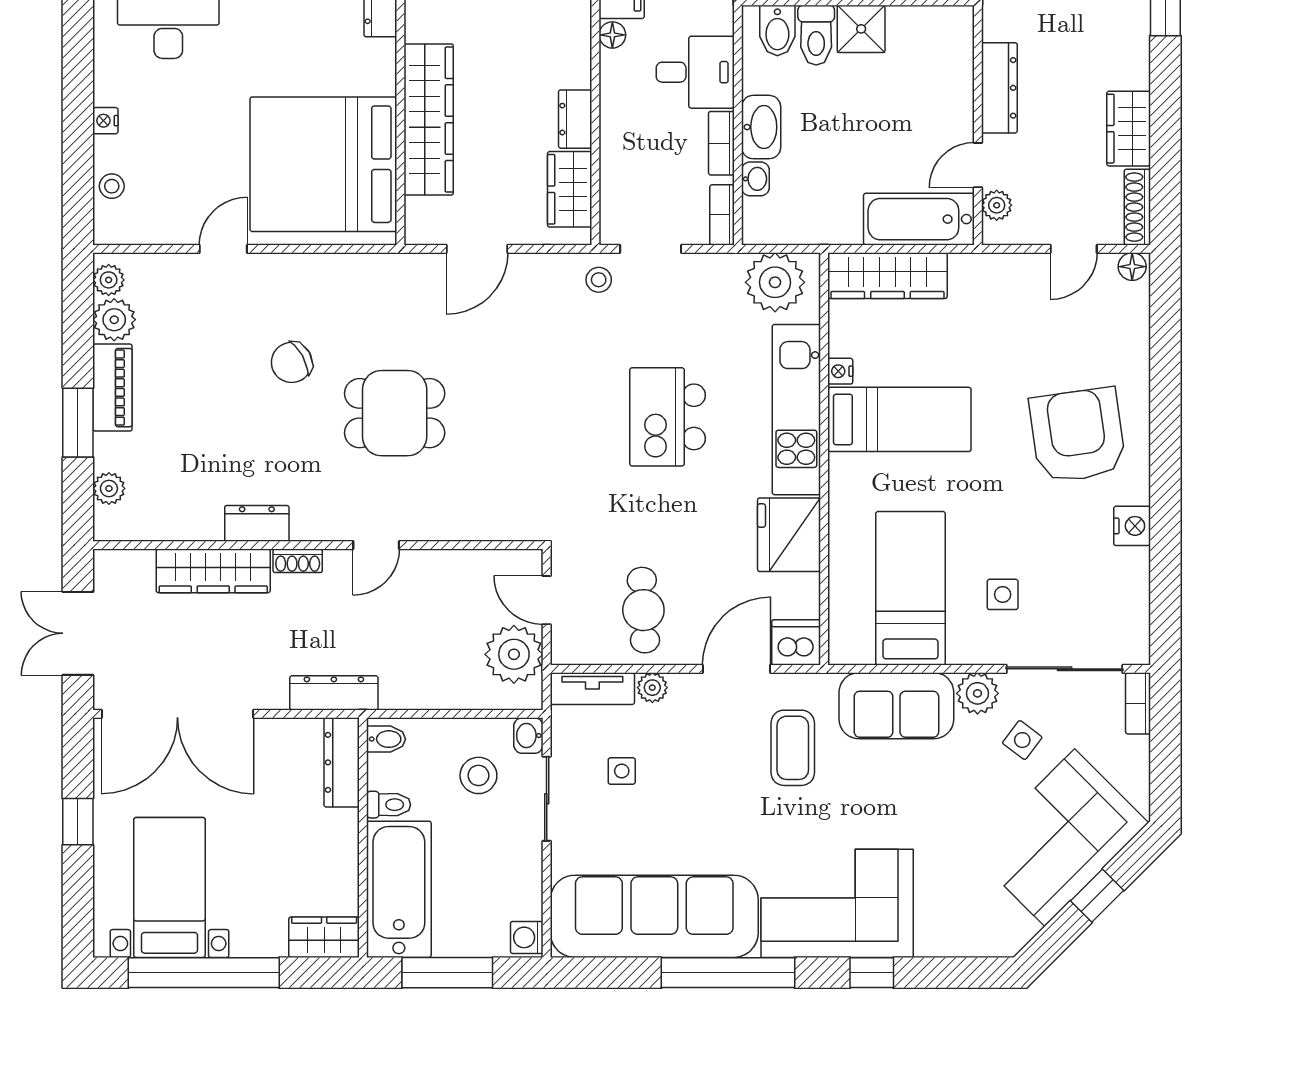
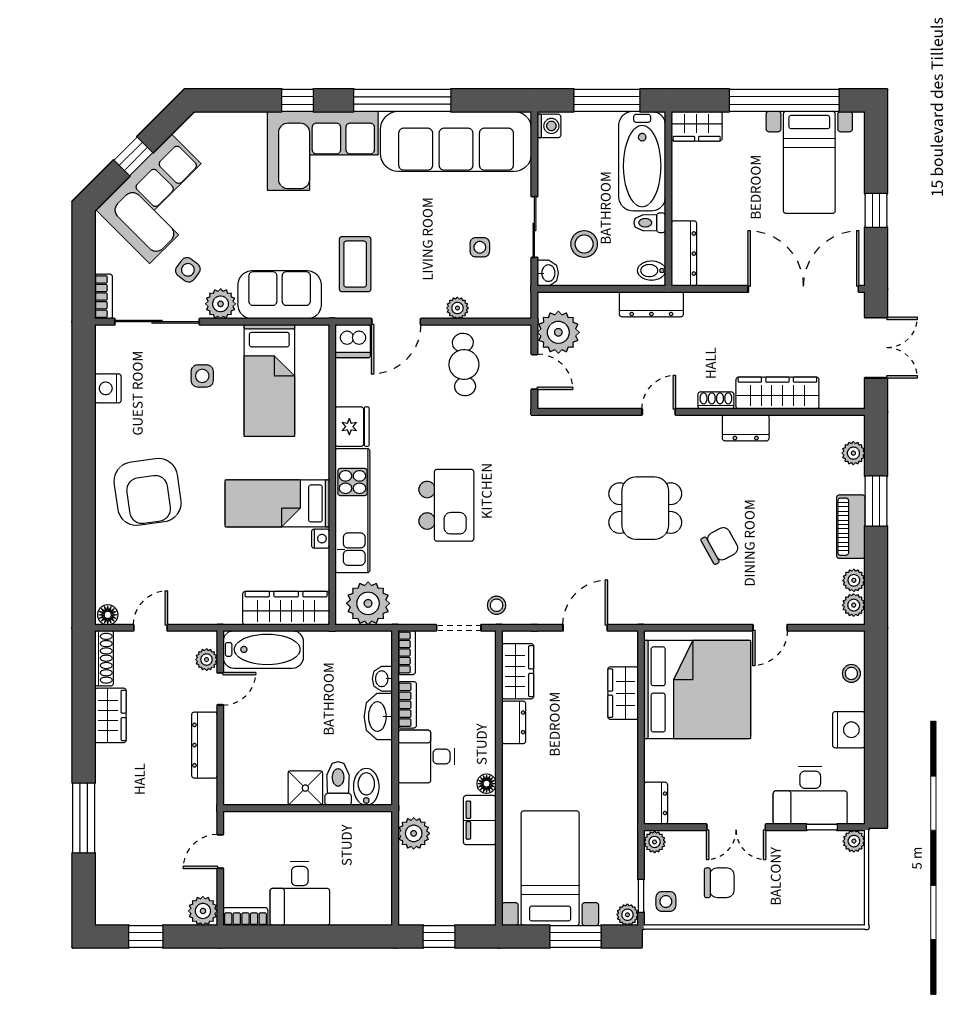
wardrobe: (429, 120) -> (623, 693), width x0.48, depth x0.85
nightstand: (105, 121) -> (849, 730), width x1.89, depth x1.79
plant: (114, 320) -> (854, 580), width x0.73, depth x0.73
nightstand: (1132, 526) -> (108, 388), moved
fridge: (789, 535) -> (352, 427), width x0.73, depth x0.75
tv unit: (592, 689) -> (501, 307), removed
dresser: (334, 693) -> (651, 304), moved

